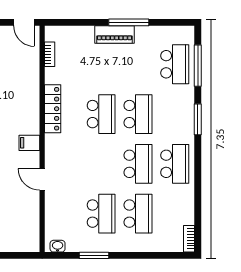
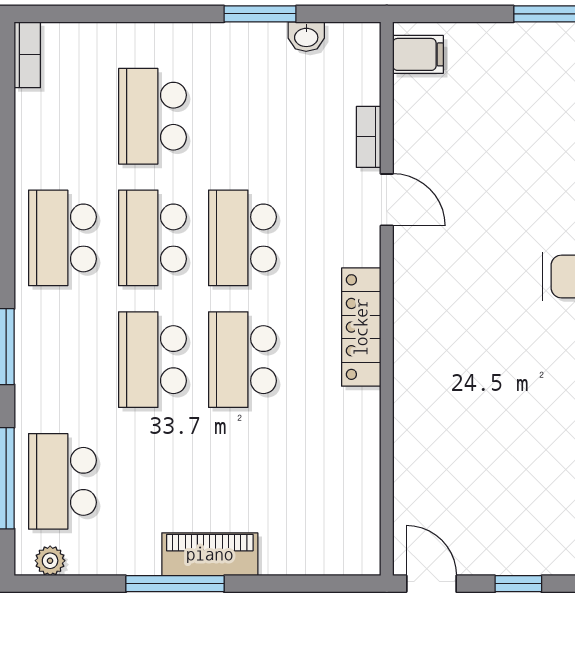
plant: (180, 32) -> (50, 561), added
bookcase: (50, 54) -> (369, 137), moved
locker: (53, 109) -> (361, 327), moved
filing cabinet: (29, 143) -> (418, 54), moved
school desk: (101, 214) -> (242, 238), moved
washbasin: (58, 246) -> (306, 37), moved

